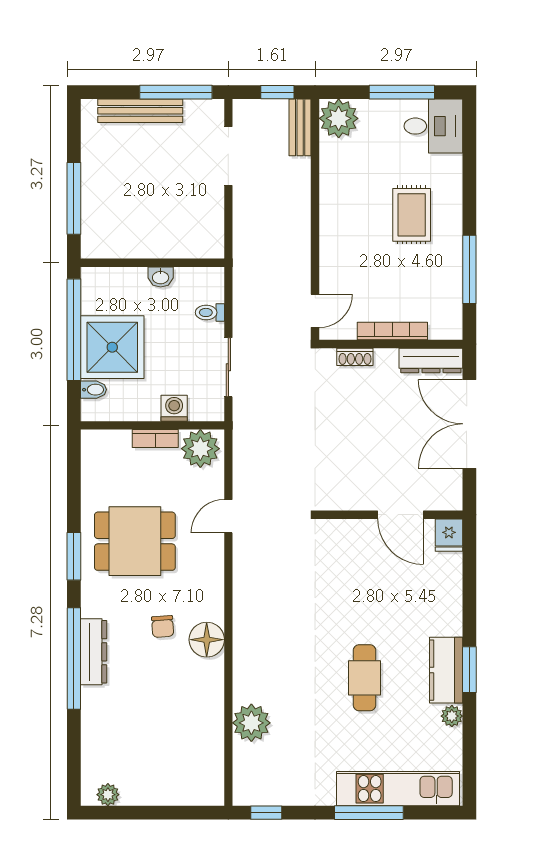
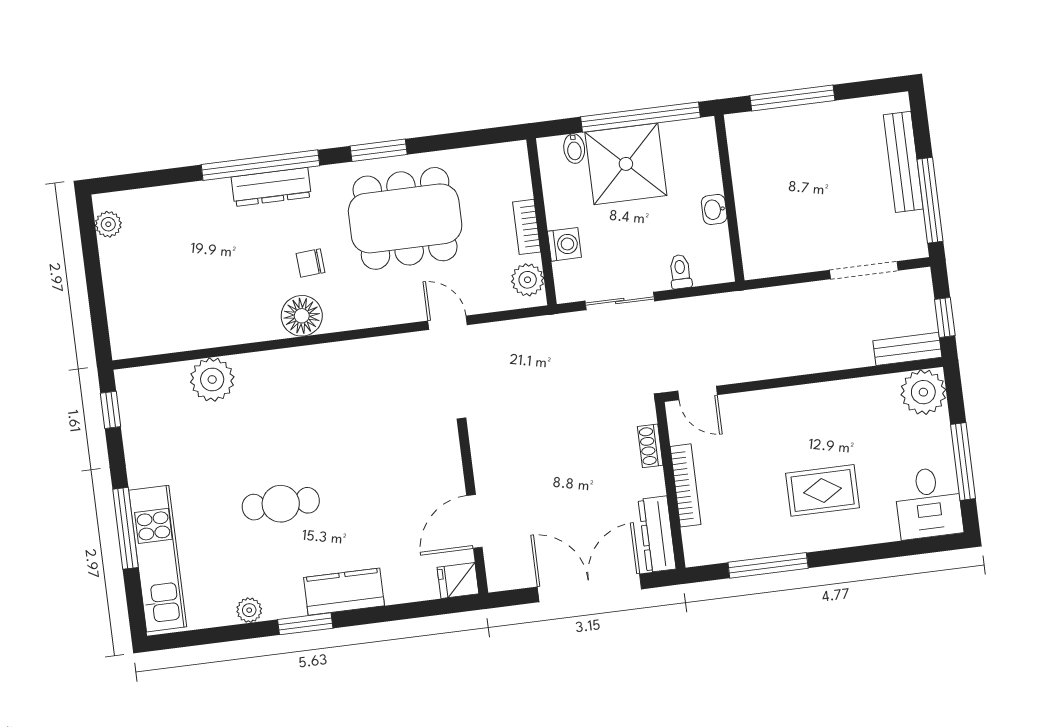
plant: (200, 449) -> (528, 280), width x0.73, depth x0.73
dining table: (135, 541) -> (405, 218), width x1.38
kitchen counter: (446, 670) -> (344, 592), moved

